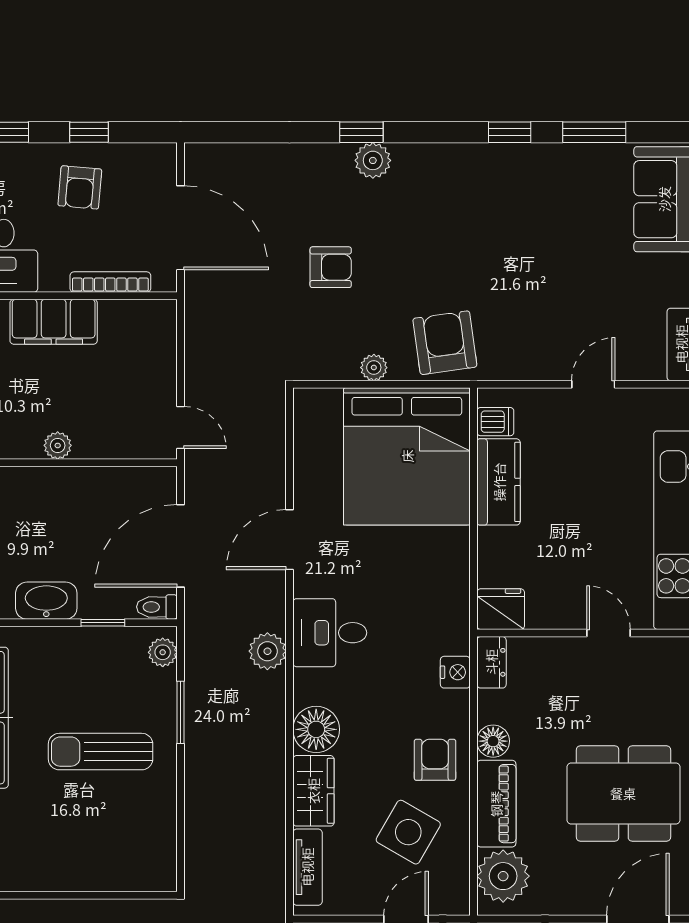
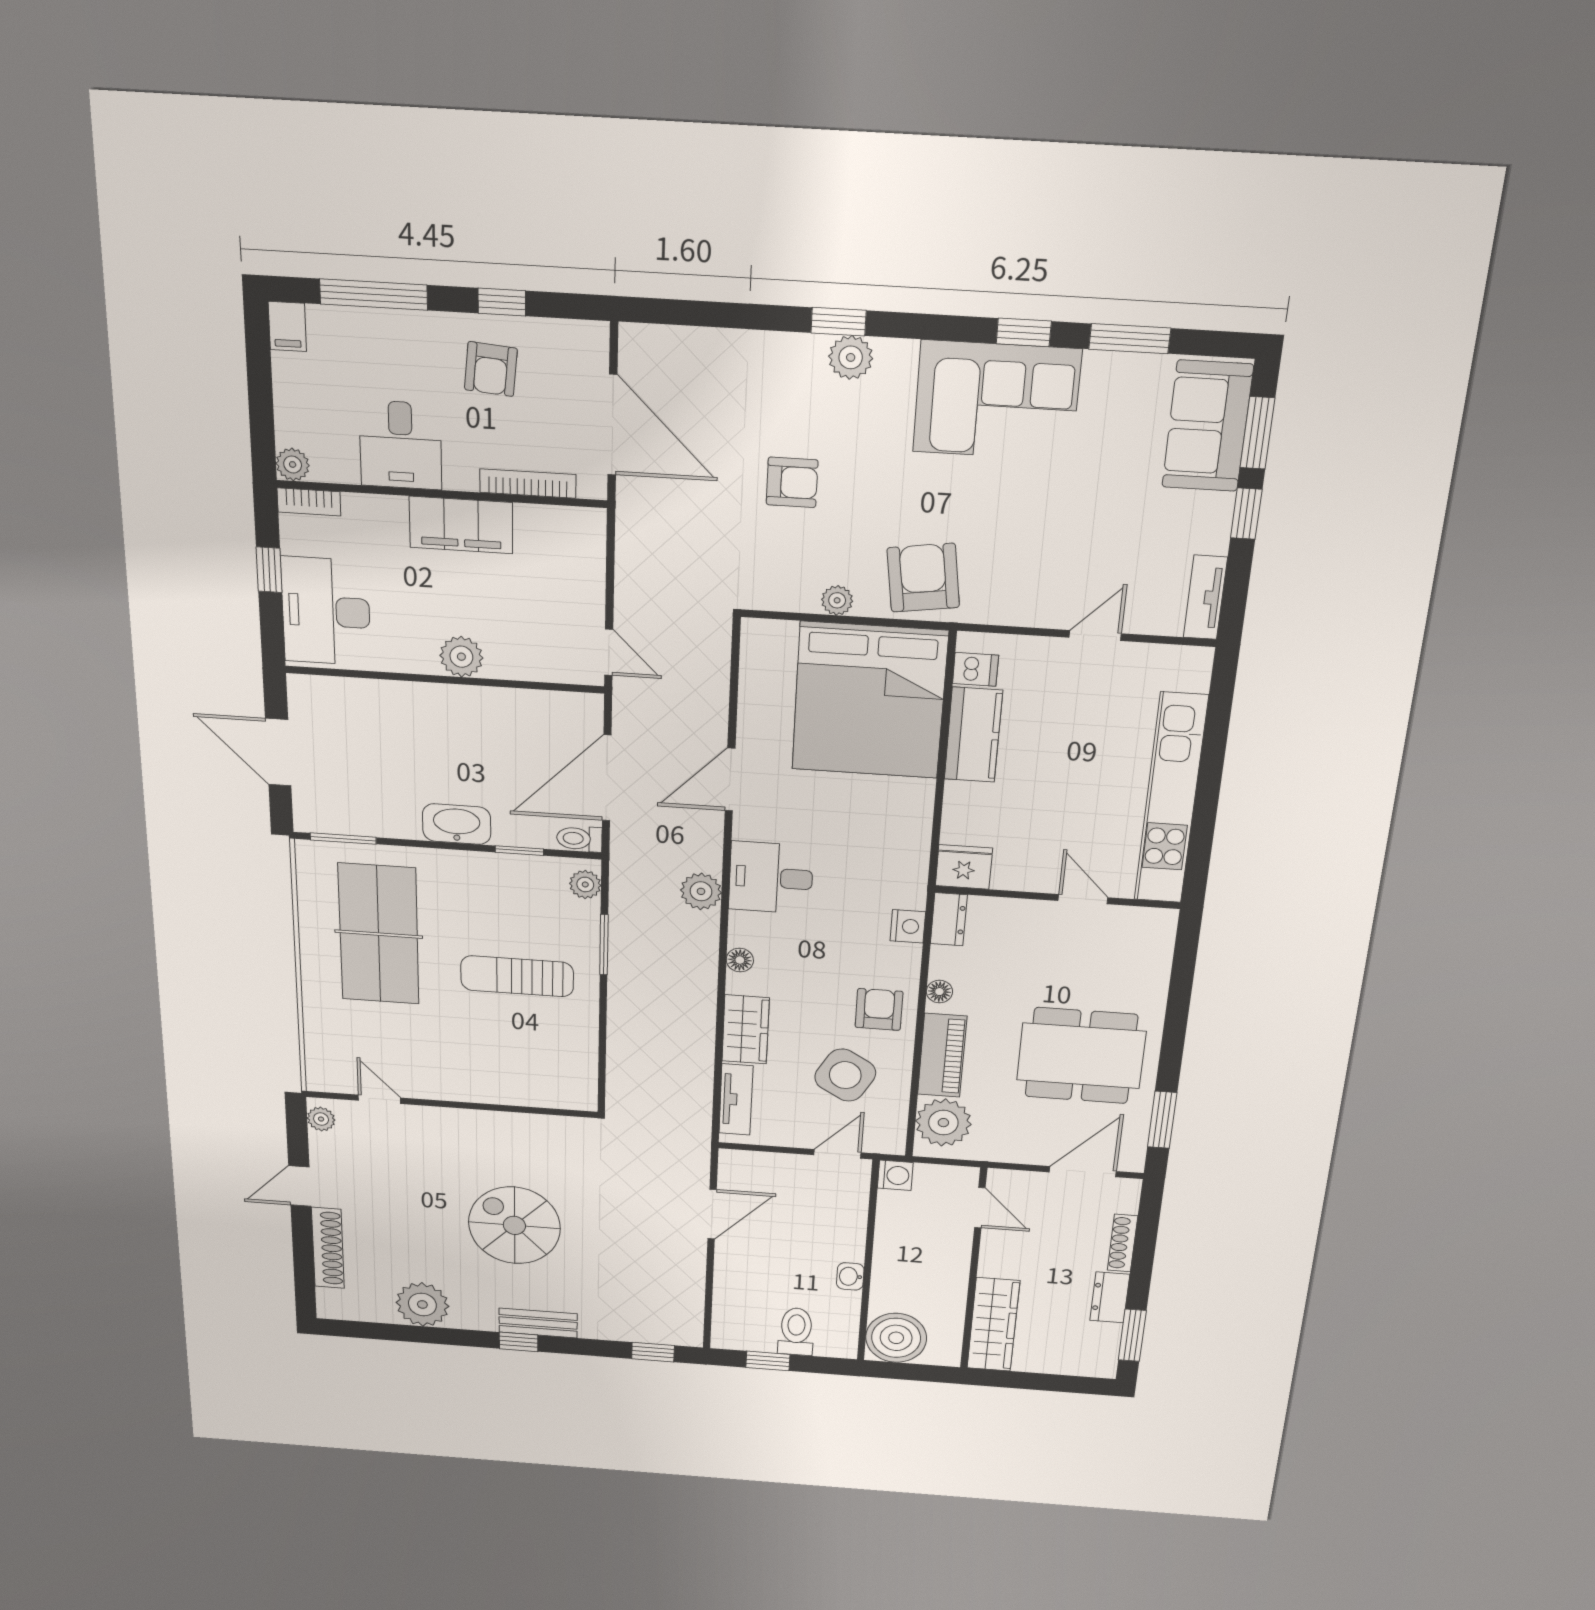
corner sofa: (493, 189) -> (997, 401), added
plant: (58, 445) -> (461, 657), width x1.38, depth x1.38
floor lamp: (316, 729) -> (740, 960), width x0.53, depth x0.53
floor lamp: (493, 741) -> (939, 992), width x0.73, depth x0.73

